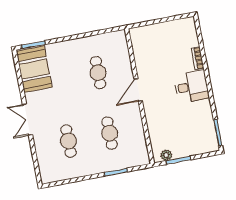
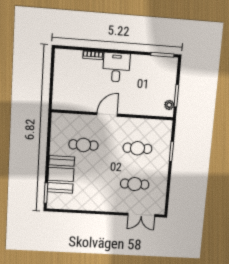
booth: (34, 69) -> (61, 174), moved, turned 90
door: (138, 90) -> (107, 114), swing flipped
double door: (27, 120) -> (141, 215), moved

